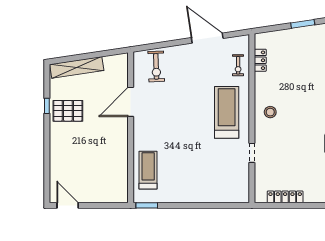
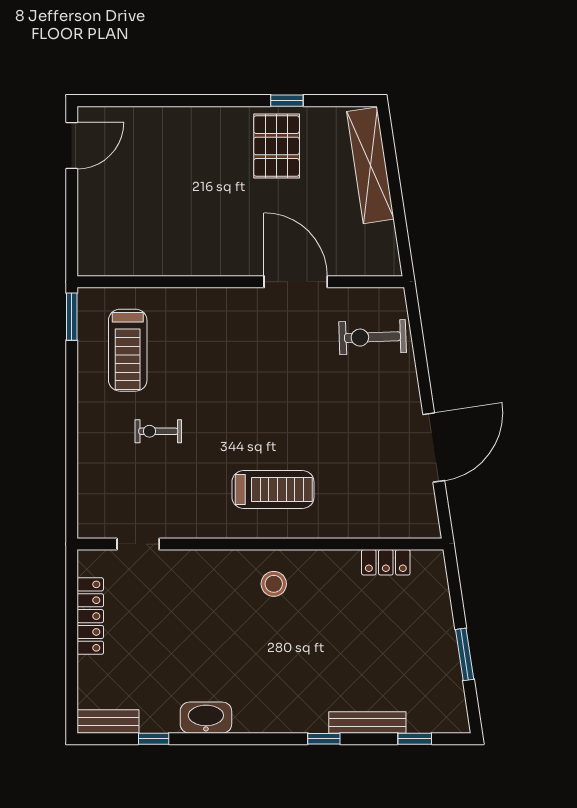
exercise bike: (238, 65) -> (158, 431), moved
treadmill: (227, 112) -> (273, 489), width x0.73, depth x0.73
doorway: (252, 153) -> (138, 544), moved
treadmill: (148, 170) -> (128, 350), moved, turned 90

